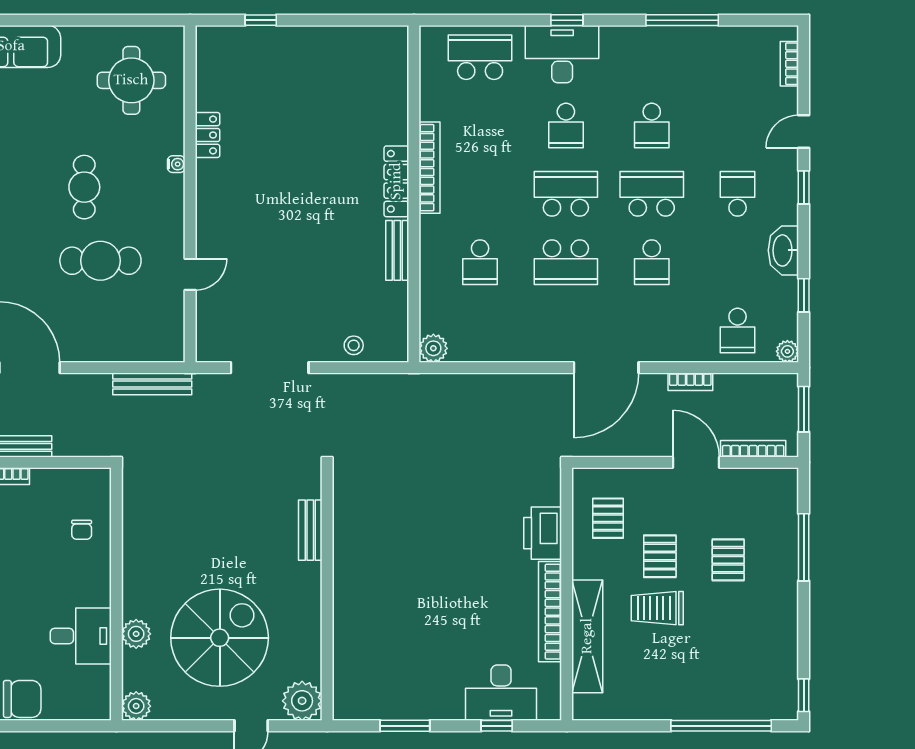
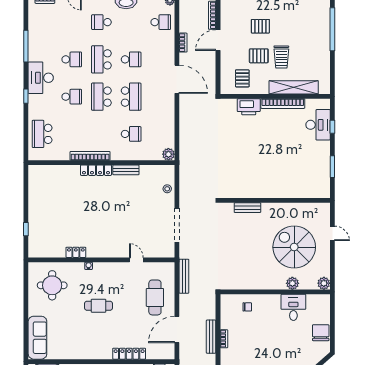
desk: (562, 54) -> (41, 78), moved
cafe table: (100, 261) -> (155, 297), moved
pallet: (608, 518) -> (242, 78), turned 90
plant: (302, 701) -> (322, 211), removed

